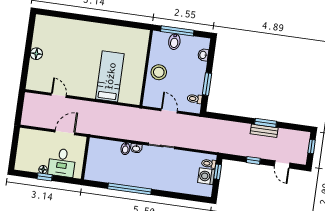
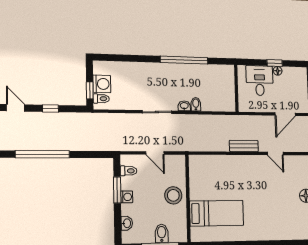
bed: (110, 76) -> (217, 213), moved, turned -90
washing machine: (200, 77) -> (127, 197), added
window: (266, 123) -> (42, 154), width x2.11
bench: (264, 131) -> (244, 146), moved
door: (65, 132) -> (285, 114), moved

